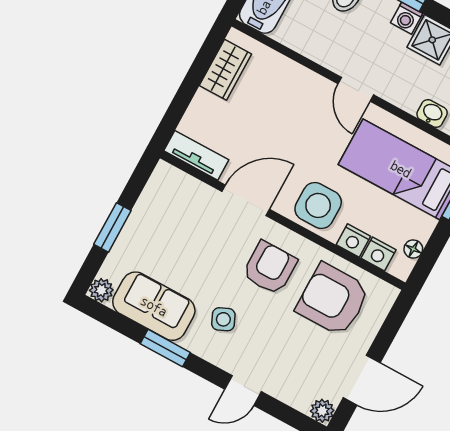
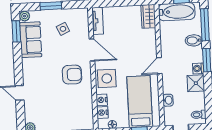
wardrobe: (225, 70) -> (148, 16), moved, turned 90
armchair: (333, 300) -> (75, 106), removed
side table: (223, 319) -> (63, 29), moved
window: (165, 348) -> (16, 31), moved

